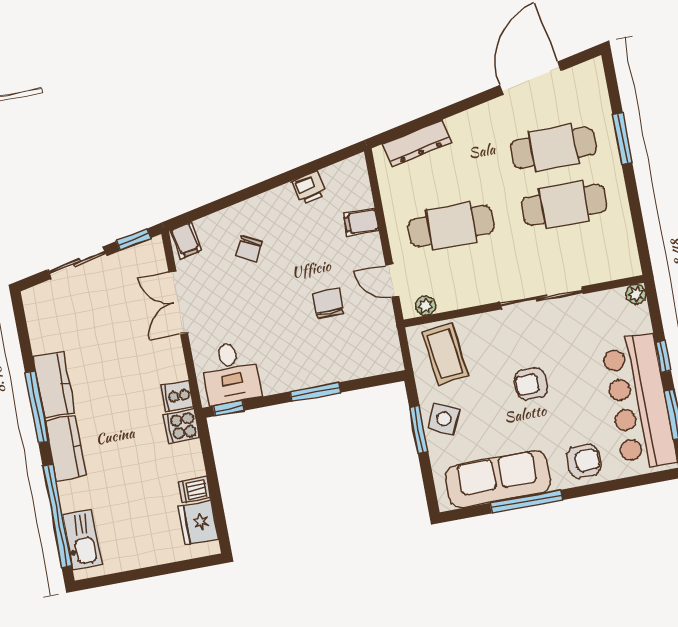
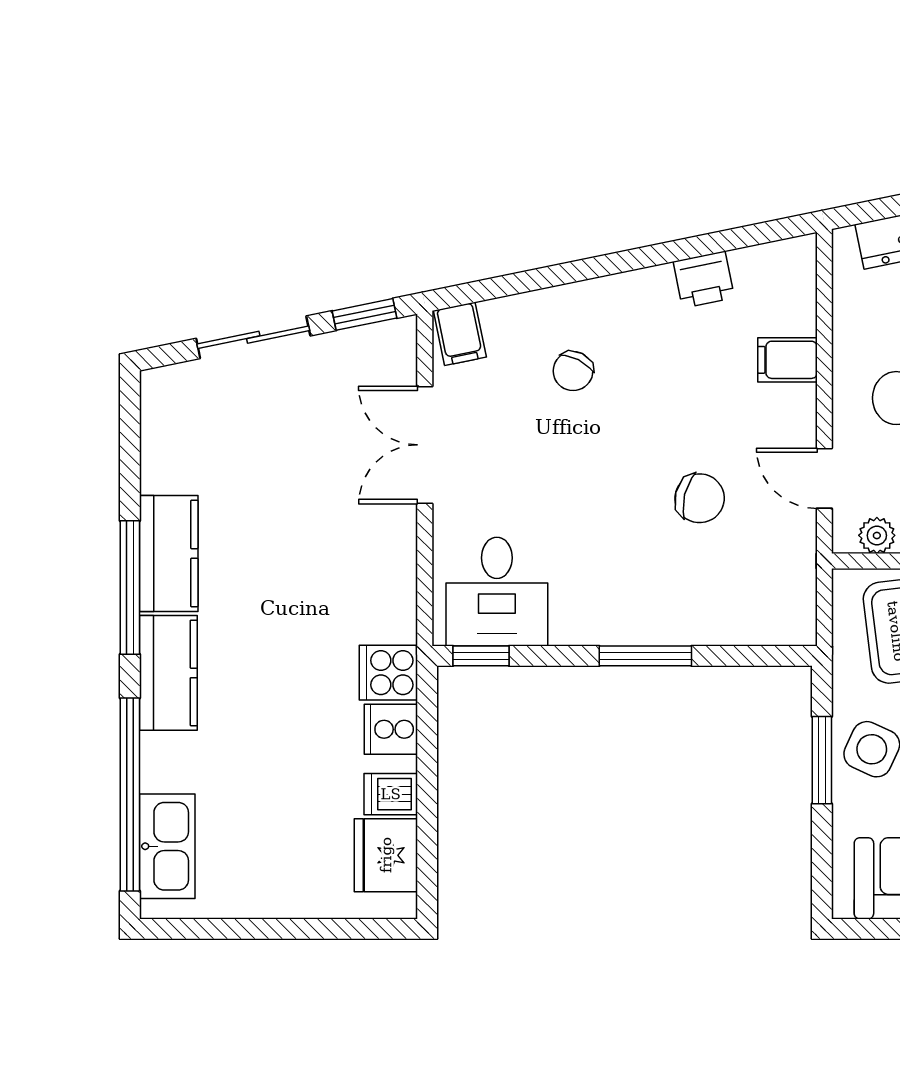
chair: (328, 304) -> (700, 498), turned 104
cooker: (177, 396) -> (391, 729), moved

